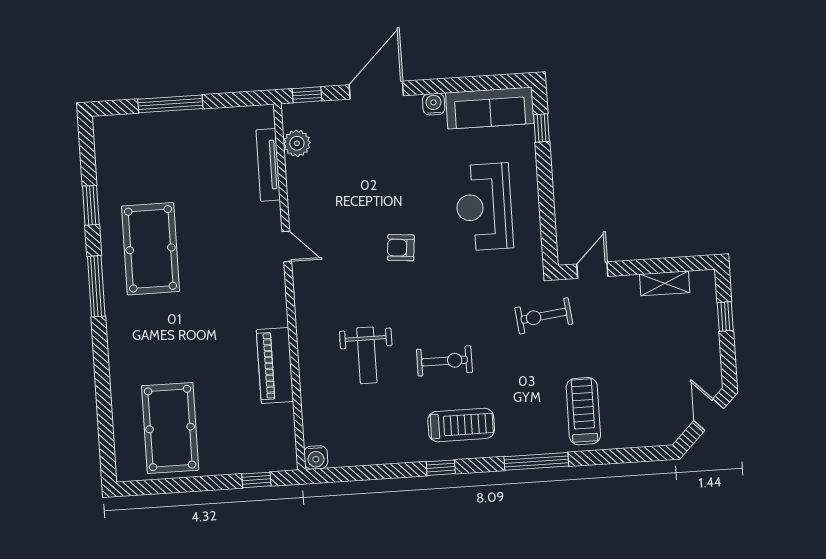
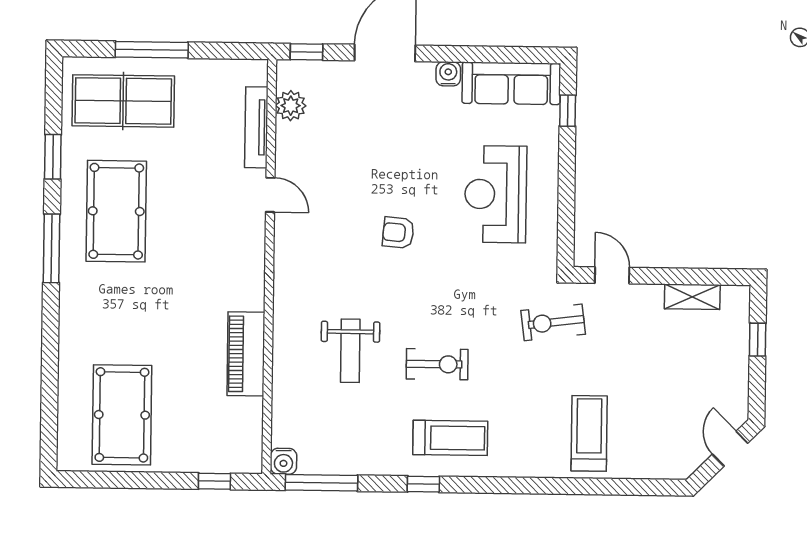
table tennis table: (149, 151) -> (123, 101), added
door: (287, 246) -> (270, 195), moved
door: (592, 270) -> (612, 275), hinge flipped
window: (536, 461) -> (321, 483), moved

